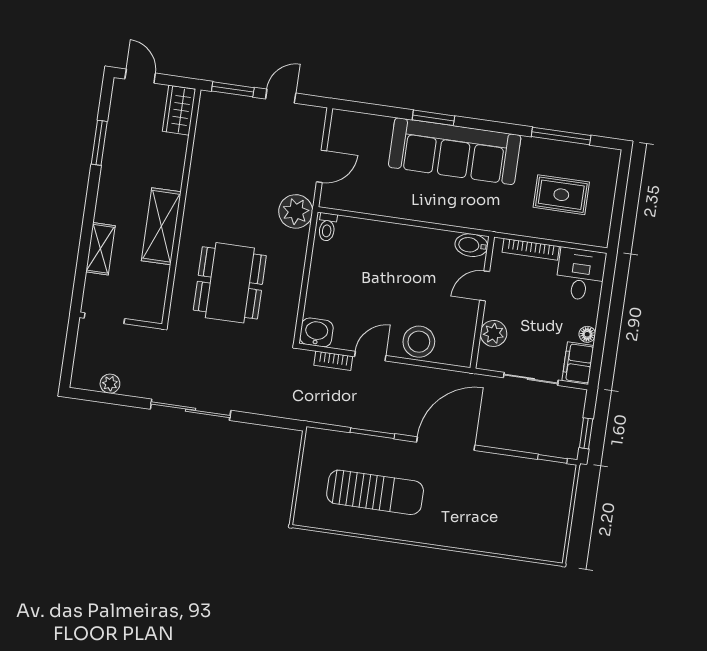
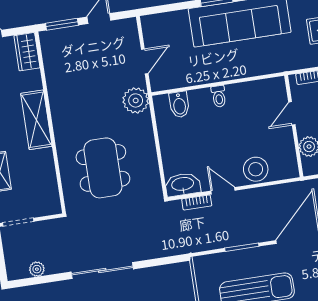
shelving: (161, 226) -> (36, 120), moved
toilet: (327, 227) -> (219, 96), moved
bidet: (471, 245) -> (179, 104), moved, turned -90
washbasin: (316, 332) -> (183, 185), width x1.38
door: (370, 356) -> (223, 191), hinge flipped

